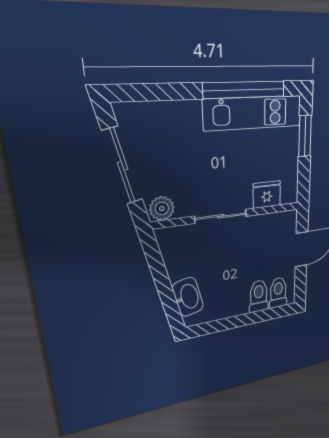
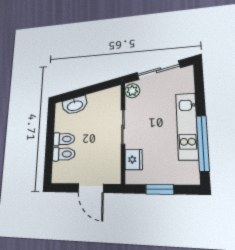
kitchen unit: (253, 113) -> (187, 126), moved
window: (305, 136) -> (160, 189), moved
toilet: (278, 293) -> (64, 139), moved

